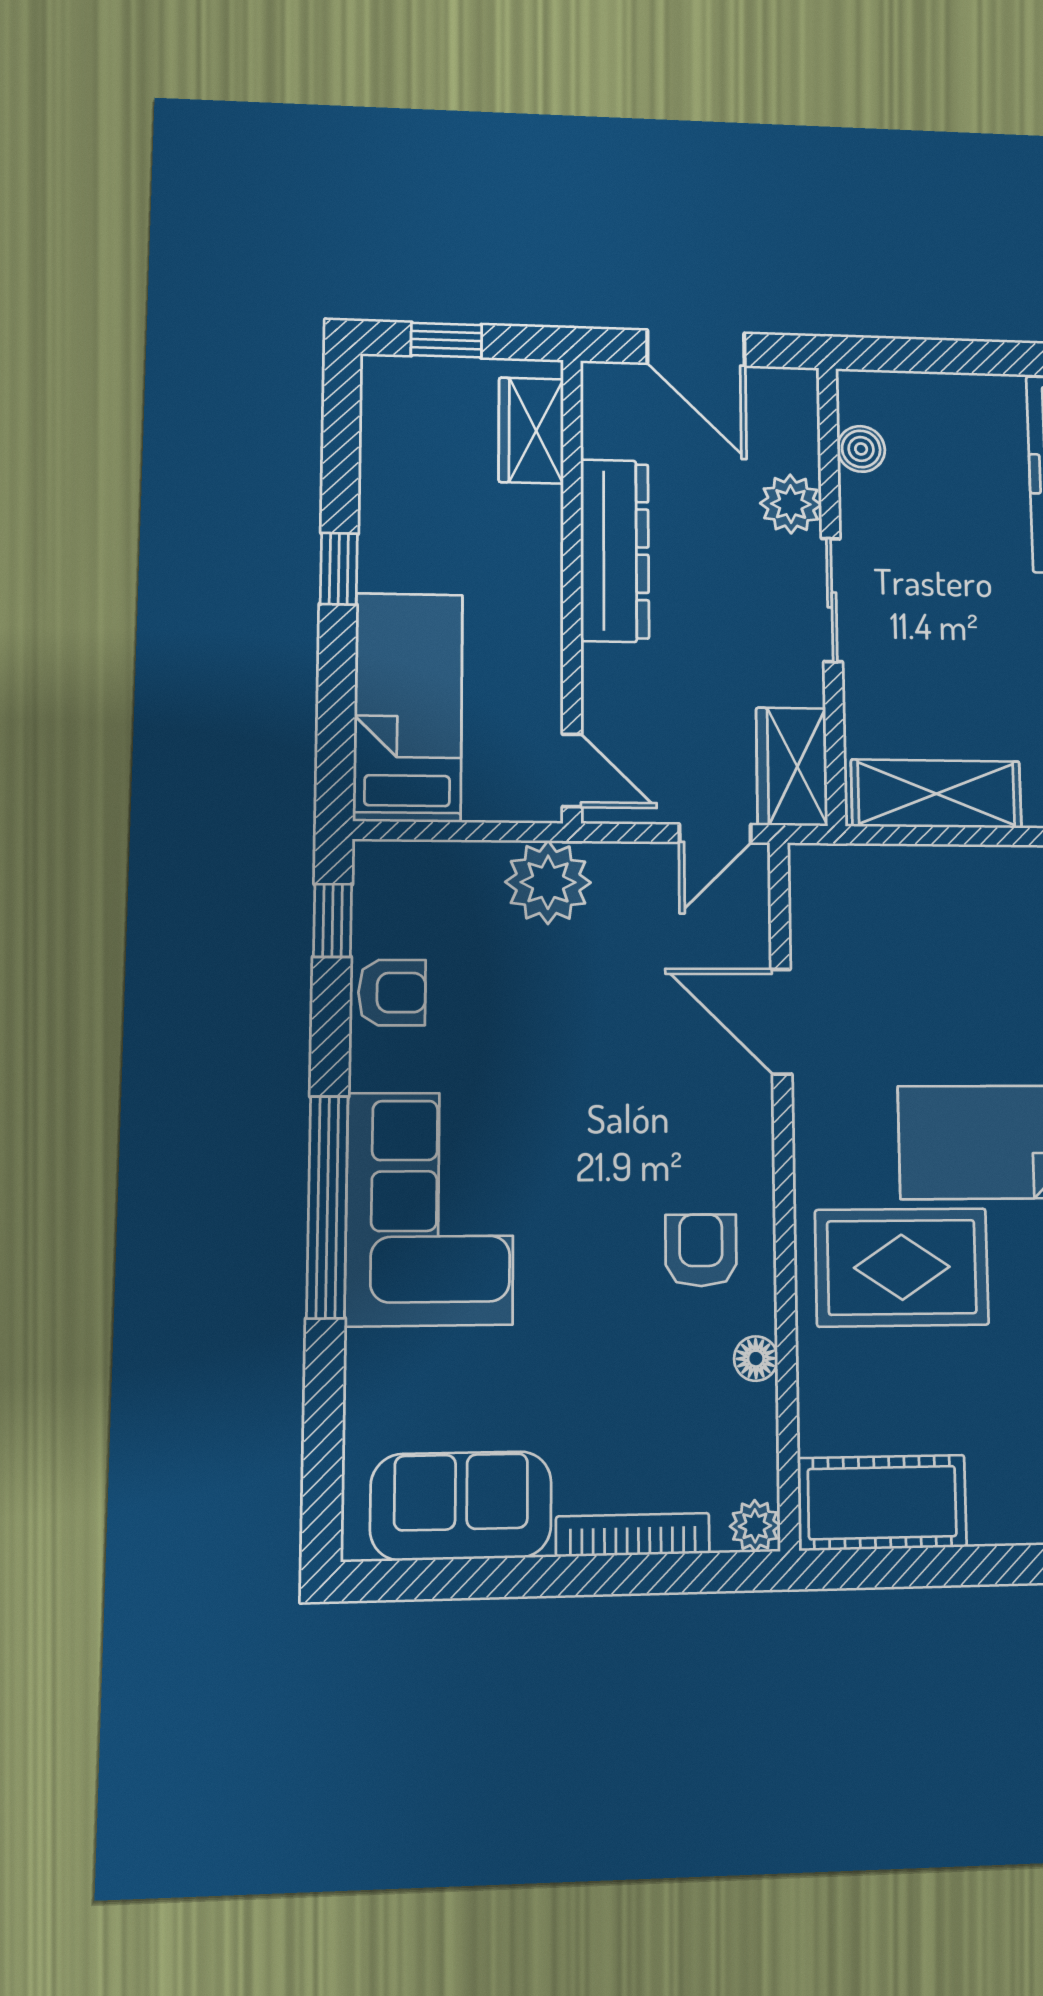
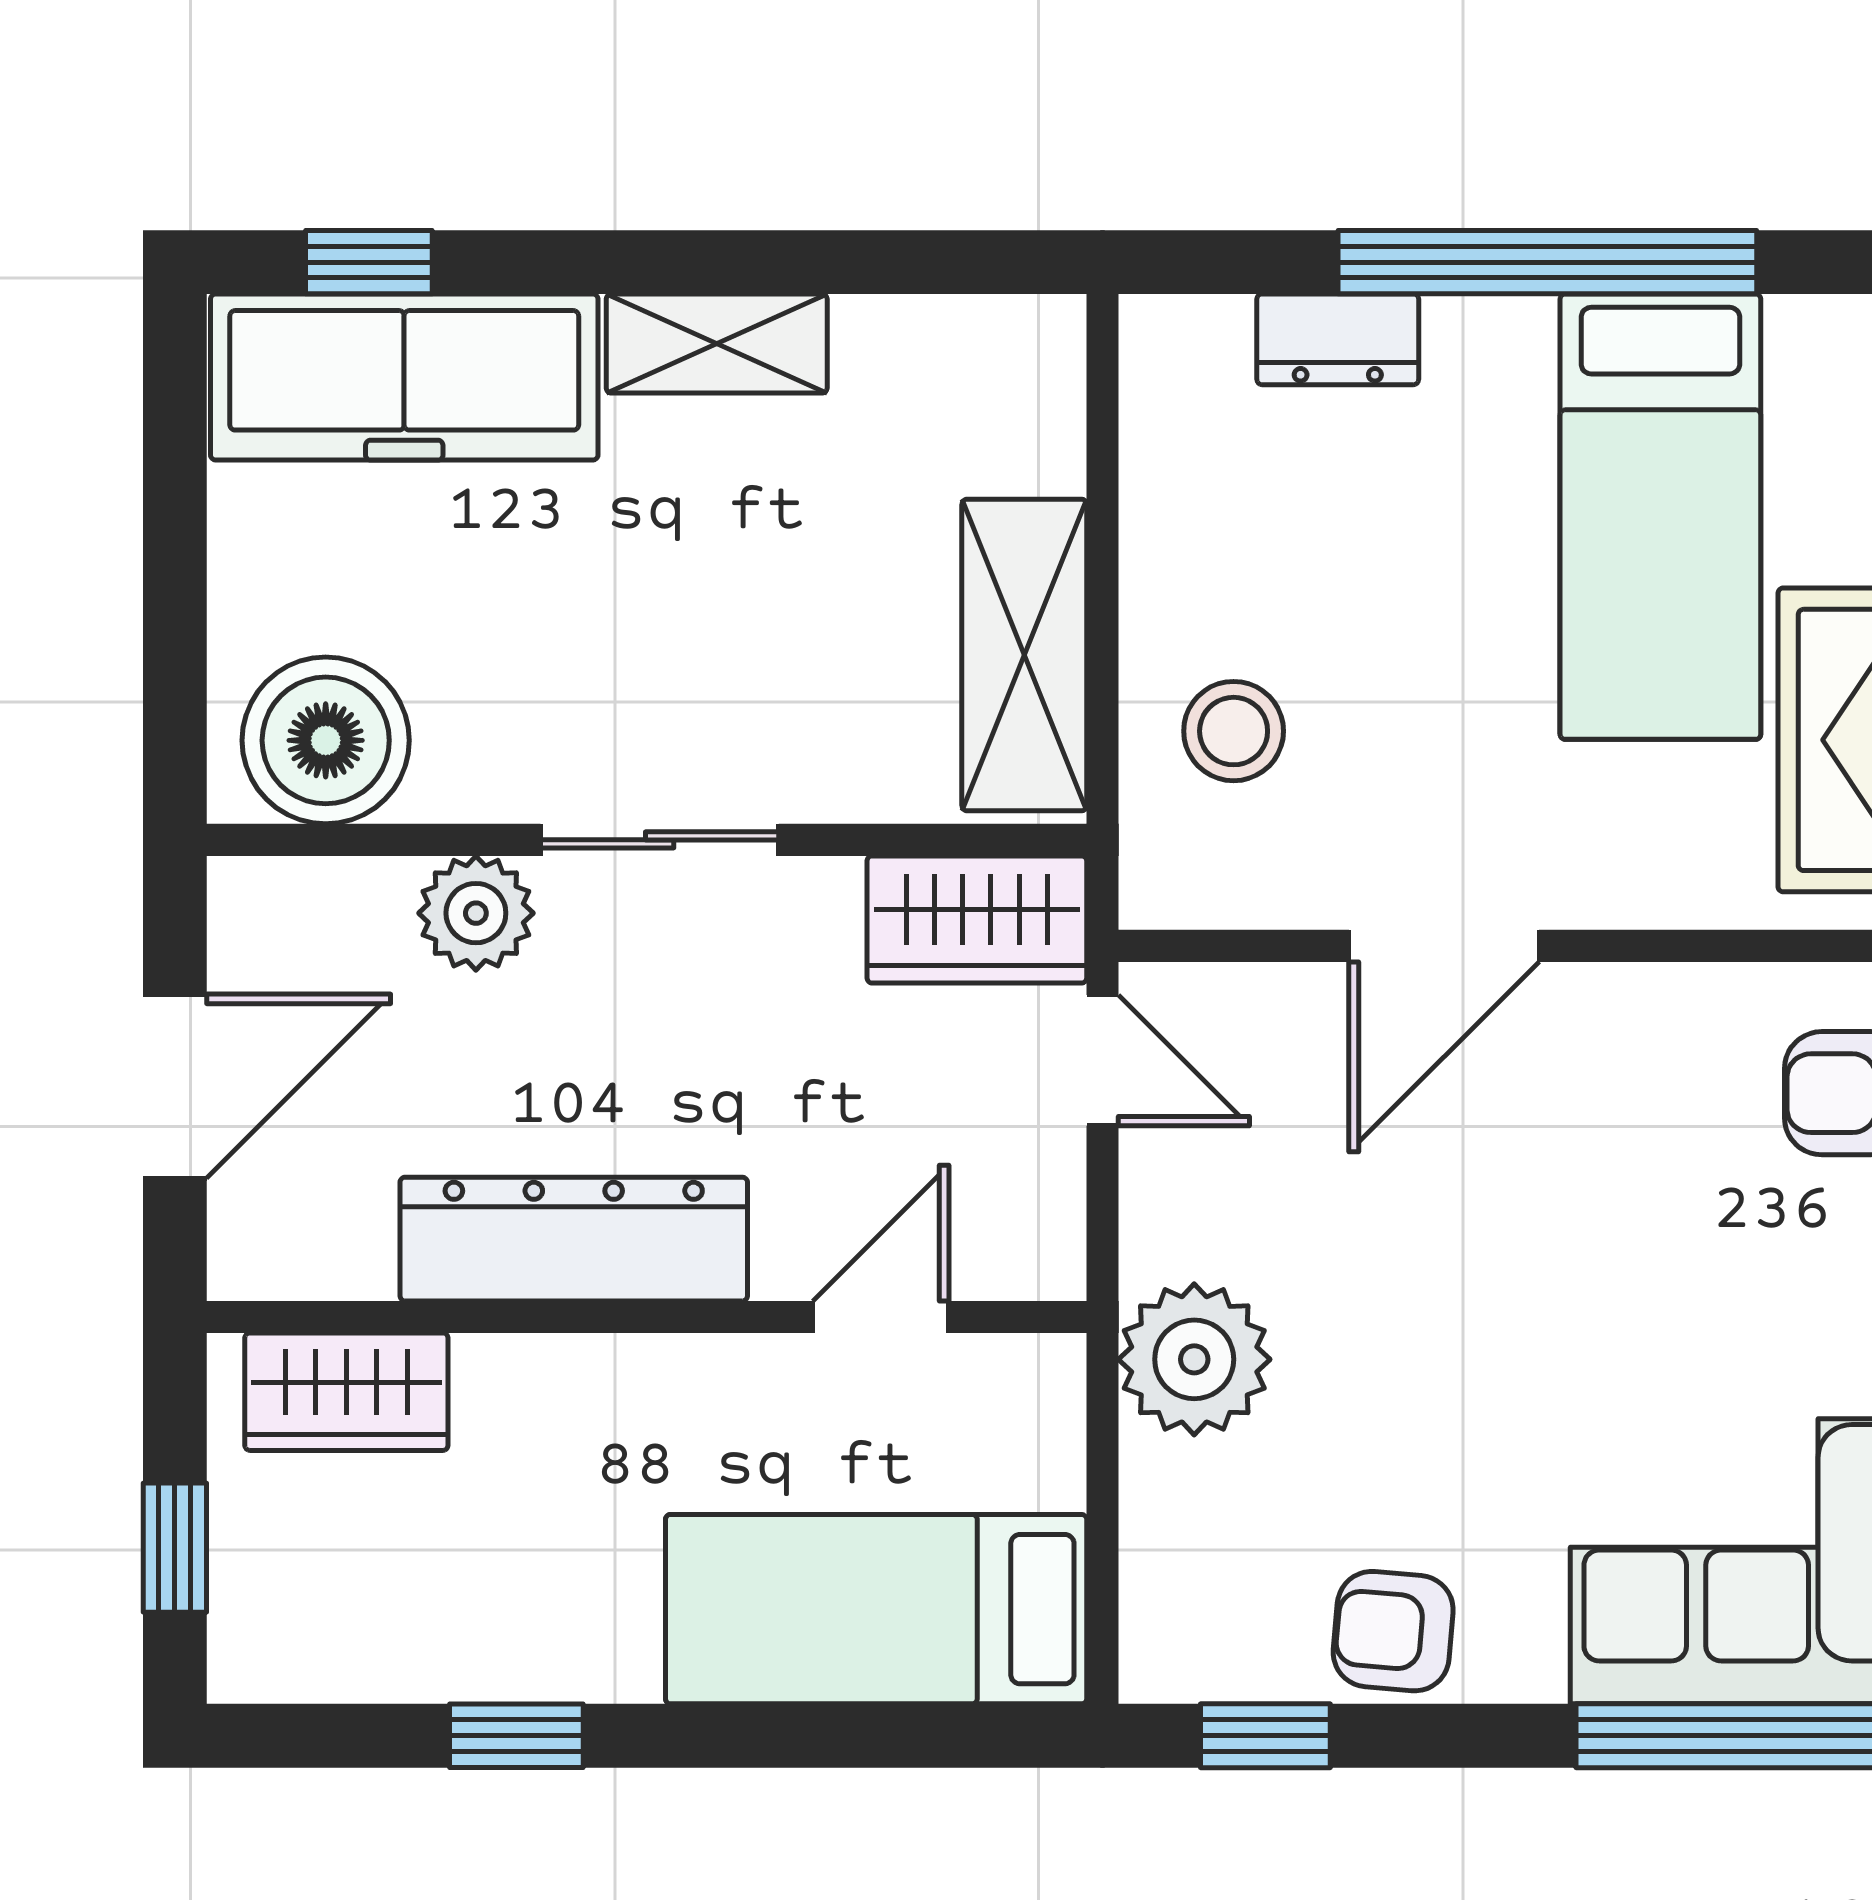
boiler: (861, 449) -> (326, 740), width x1.86, depth x1.86
window: (339, 569) -> (516, 1736), moved
door: (572, 770) -> (881, 1317), moved
stool: (898, 906) -> (1234, 731), added
armchair: (392, 993) -> (1393, 1631), turned -85

